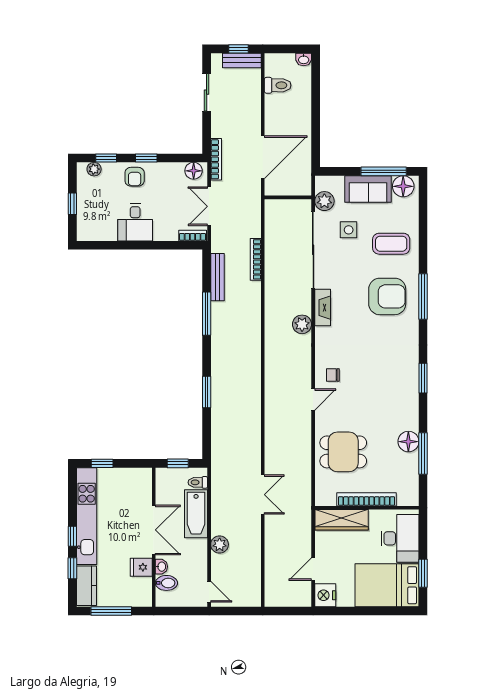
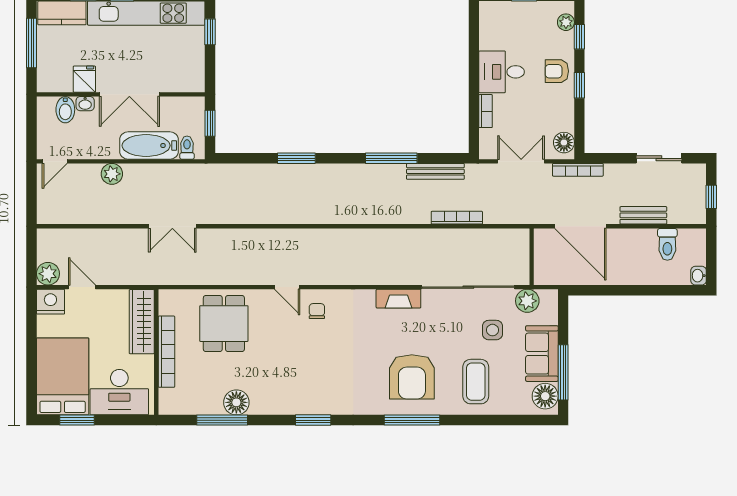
bench: (242, 60) -> (643, 215), moved, turned 90
bookcase: (193, 236) -> (486, 111), moved
plant: (302, 324) -> (48, 274), moved

